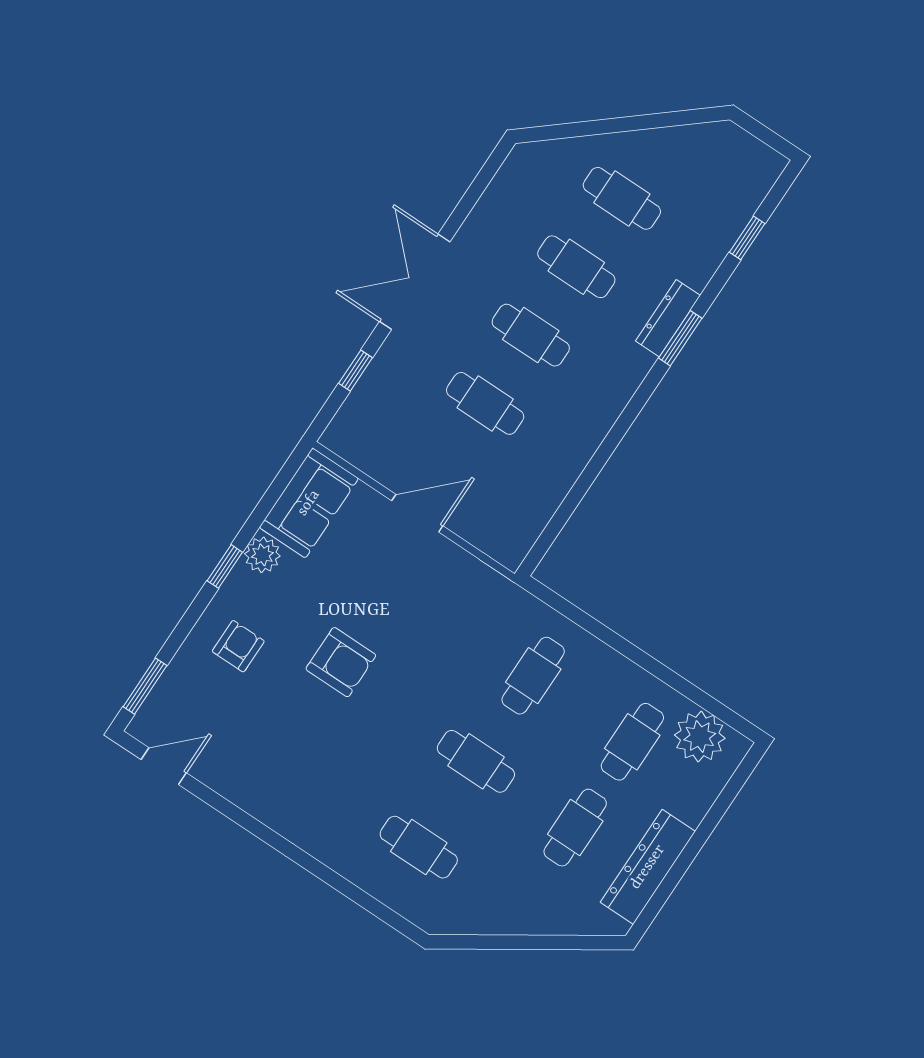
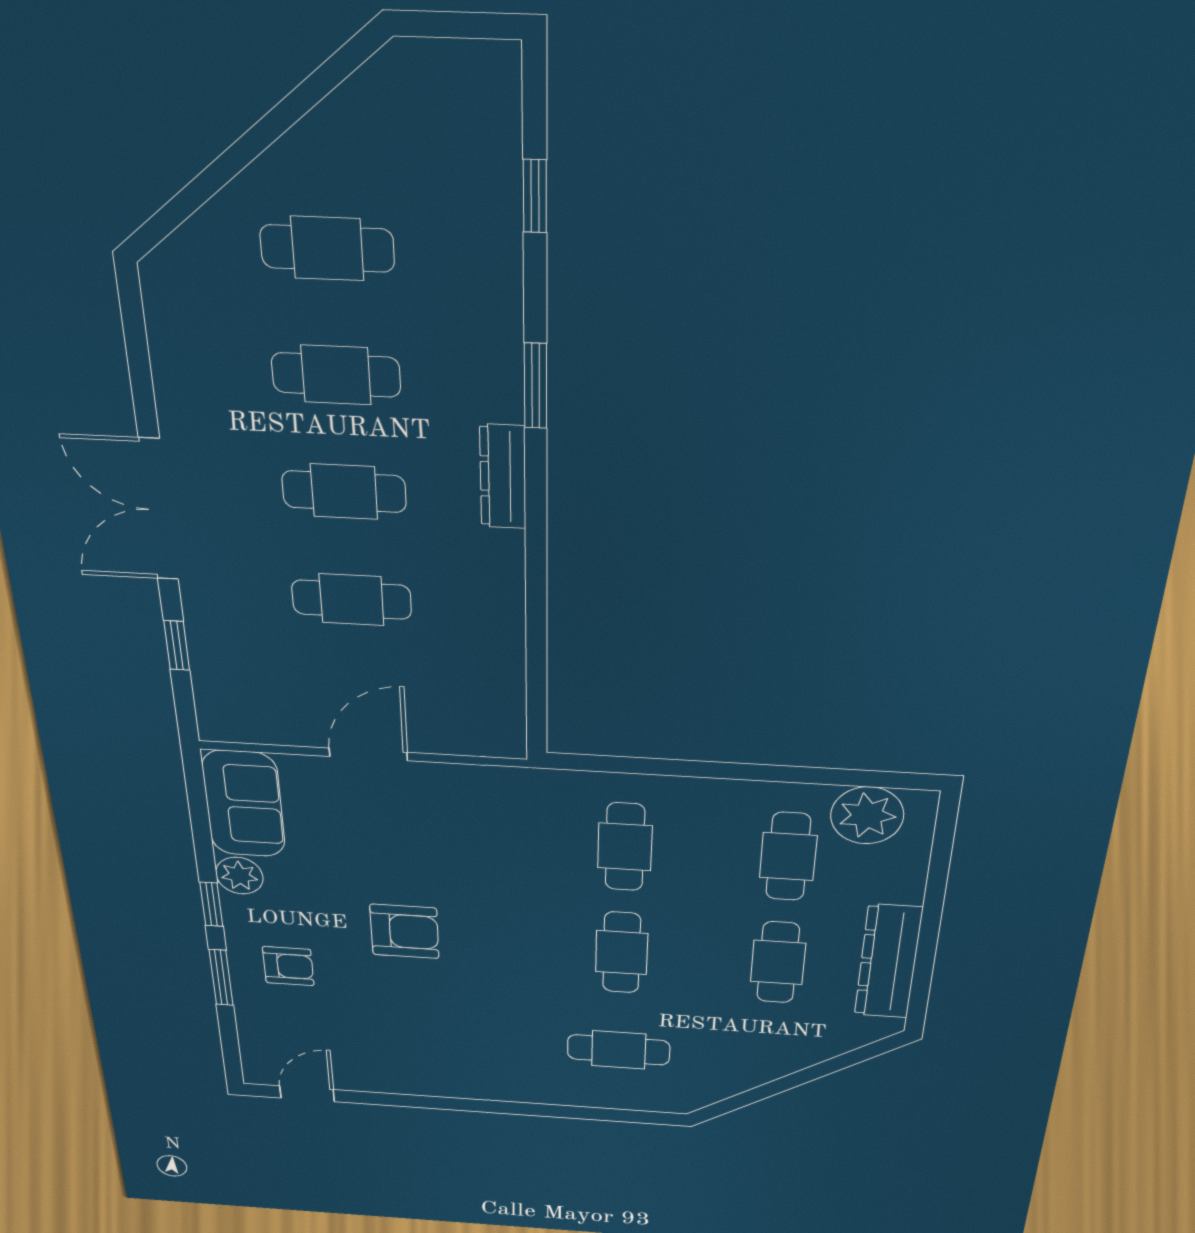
dresser: (668, 318) -> (503, 477), moved
armchair: (238, 646) -> (288, 966), turned 90
window: (145, 686) -> (221, 977), moved
cafe table: (476, 761) -> (622, 953), turned 90

